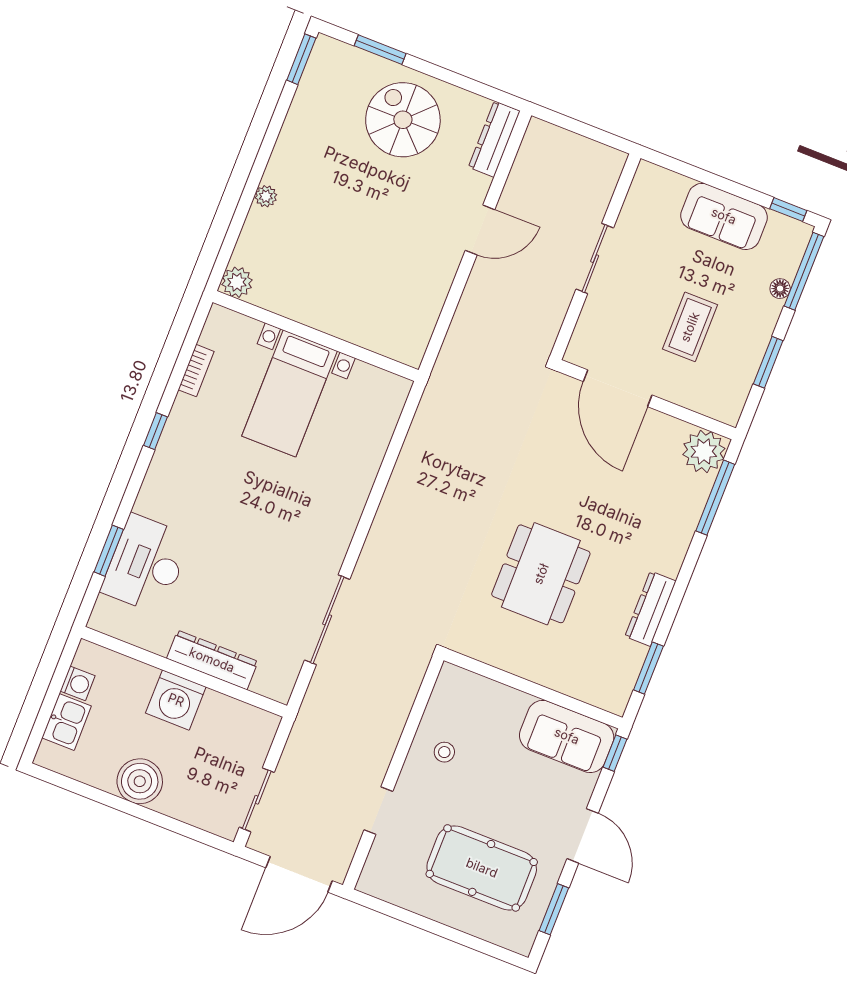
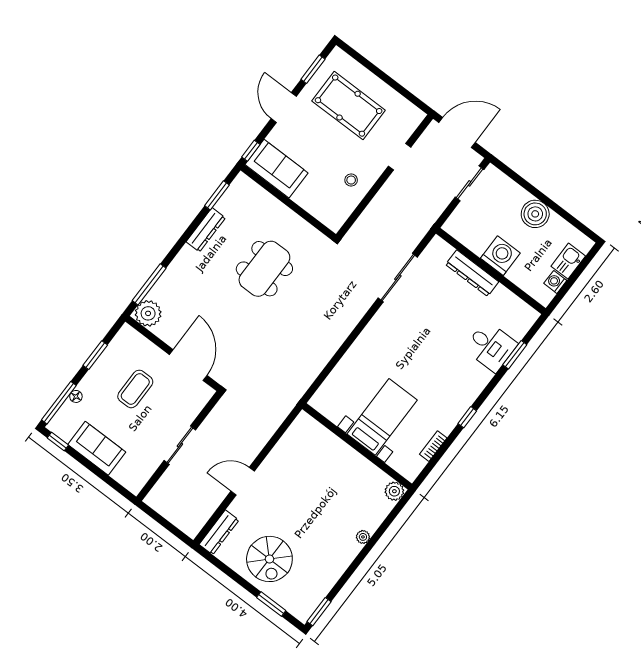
desk: (146, 564) -> (491, 346), width x0.73

